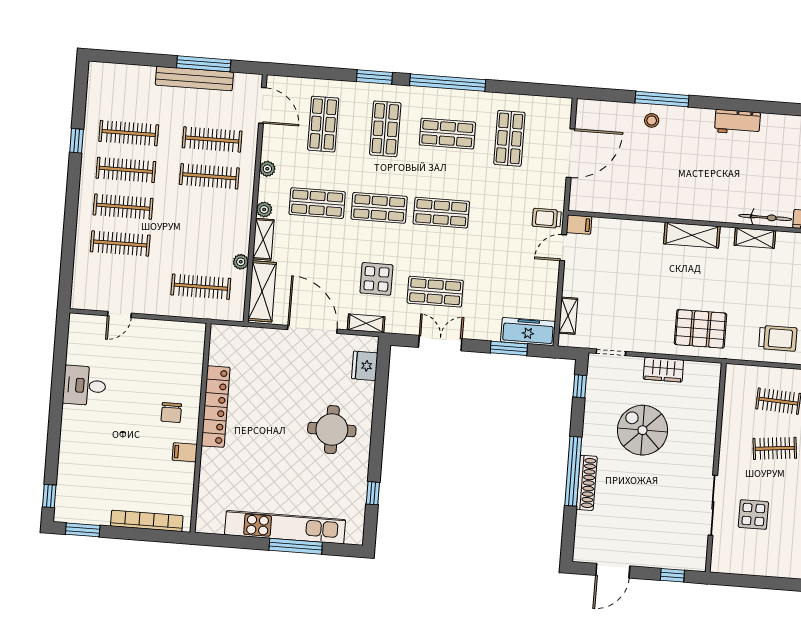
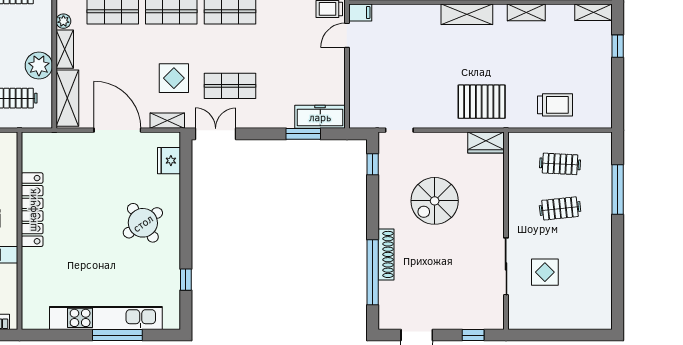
plant: (241, 262) -> (39, 66), width x1.88, depth x1.88
shelving: (568, 316) -> (356, 99), removed
double door: (440, 343) -> (216, 134), moved
wardrobe: (663, 370) -> (486, 143), moved
round table: (332, 430) -> (143, 223), turned -35
spiral stairs: (643, 430) -> (435, 201), turned -90
window: (573, 471) -> (373, 272), moved

